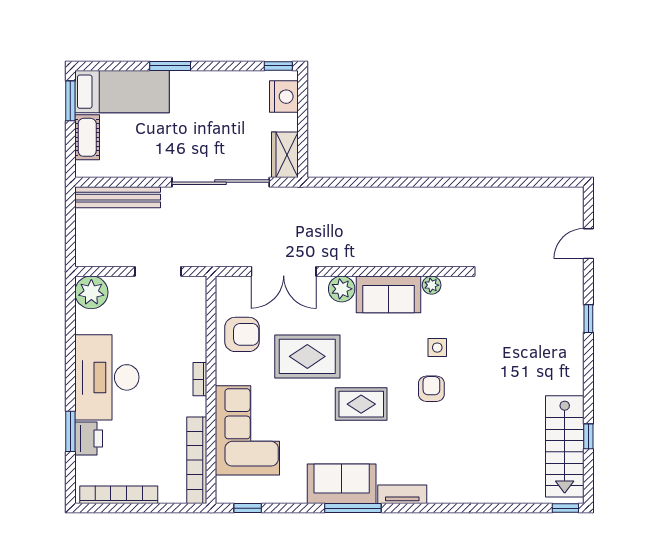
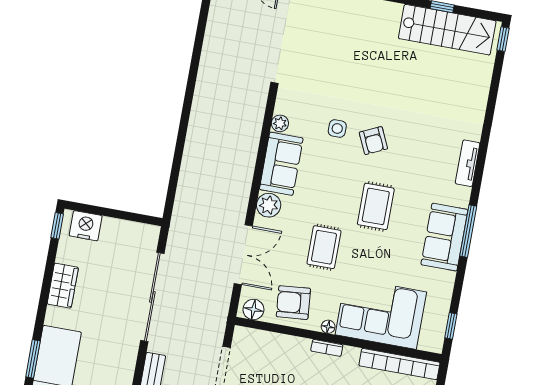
window: (170, 66) -> (33, 359), moved
wardrobe: (285, 155) -> (63, 286), moved, turned -90
floor lamp: (227, 293) -> (253, 309), added
armchair: (242, 334) -> (293, 303), turned -95
rug: (307, 356) -> (324, 247), width x0.73, depth x0.70
floor lamp: (223, 376) -> (328, 327), added
armchair: (431, 389) -> (373, 141), turned -115
tv unit: (402, 494) -> (468, 163), moved

